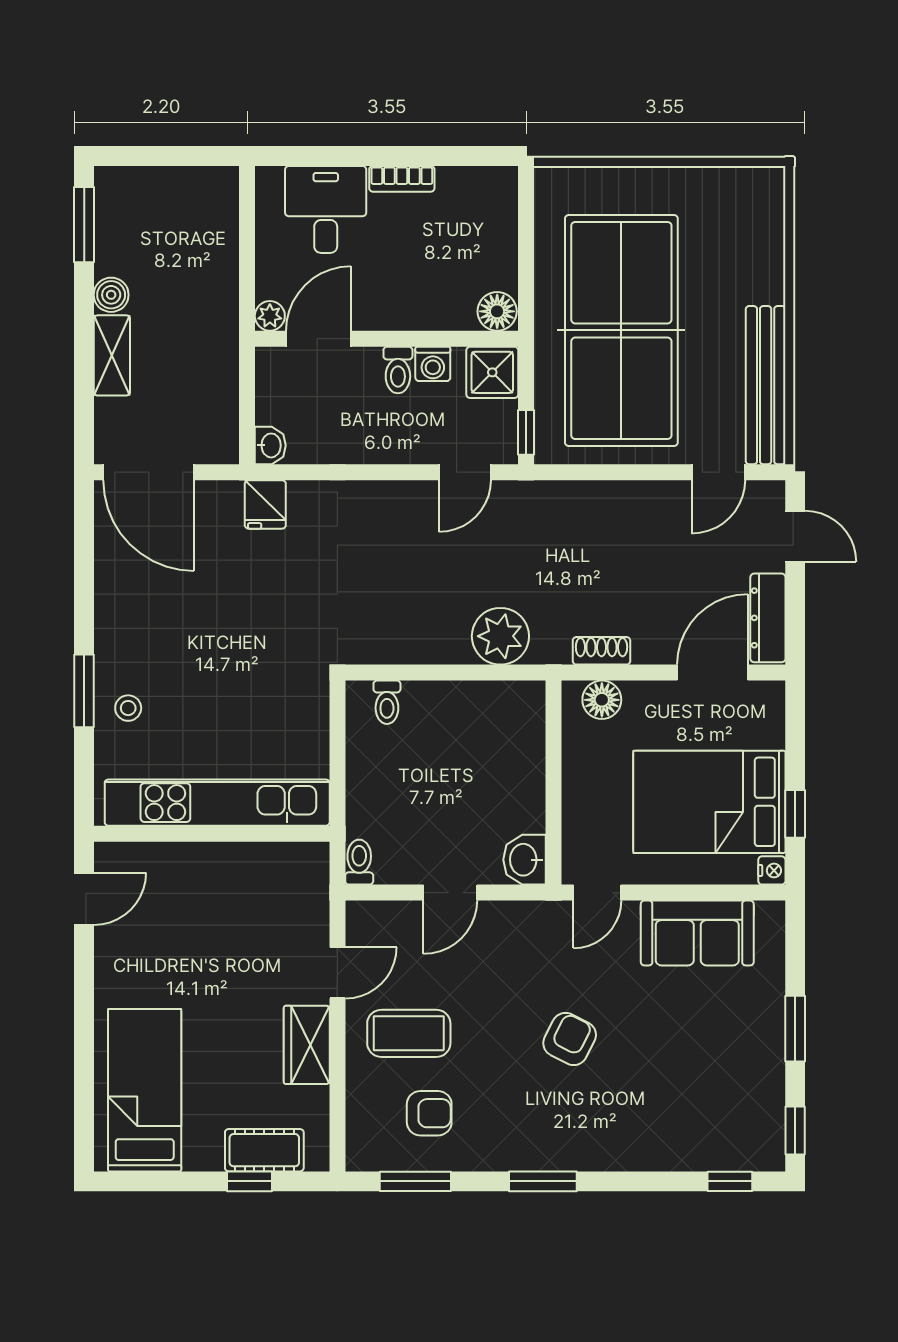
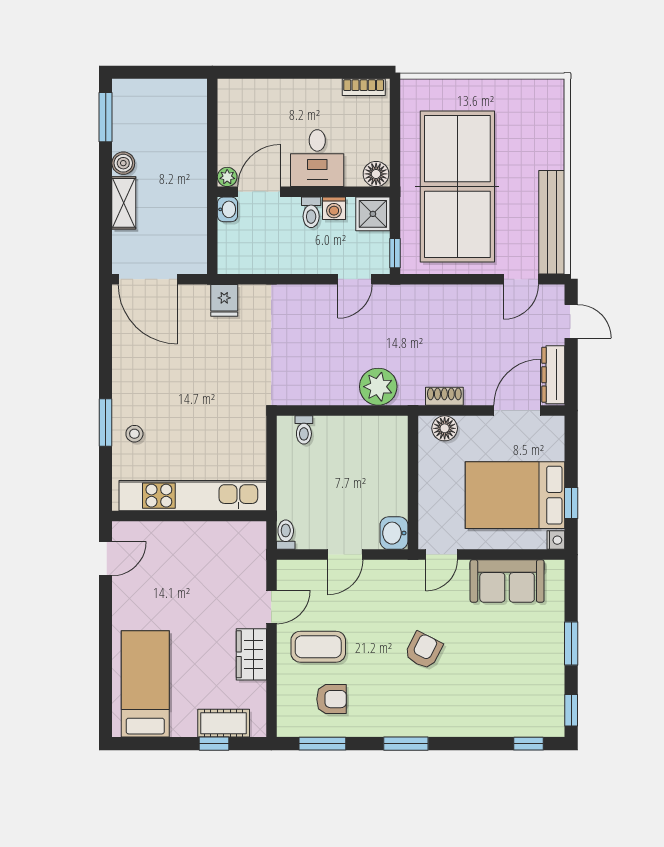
bookcase: (402, 179) -> (364, 87), moved
desk: (326, 209) -> (317, 158), moved, turned 180
washbasin: (270, 445) -> (227, 209), moved

